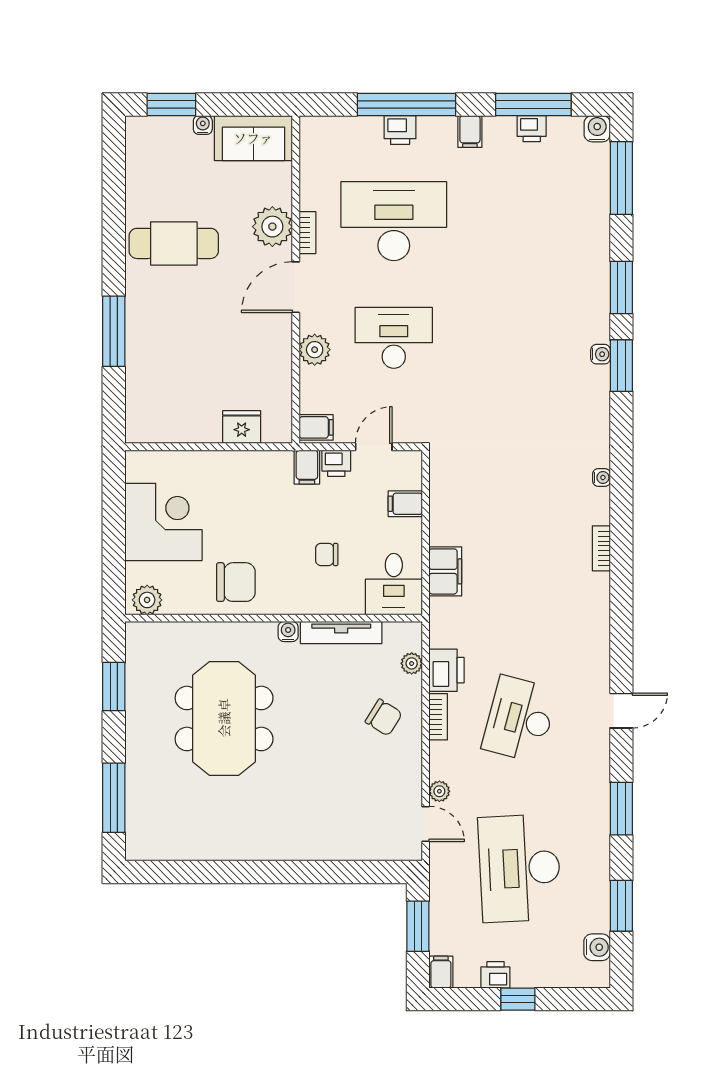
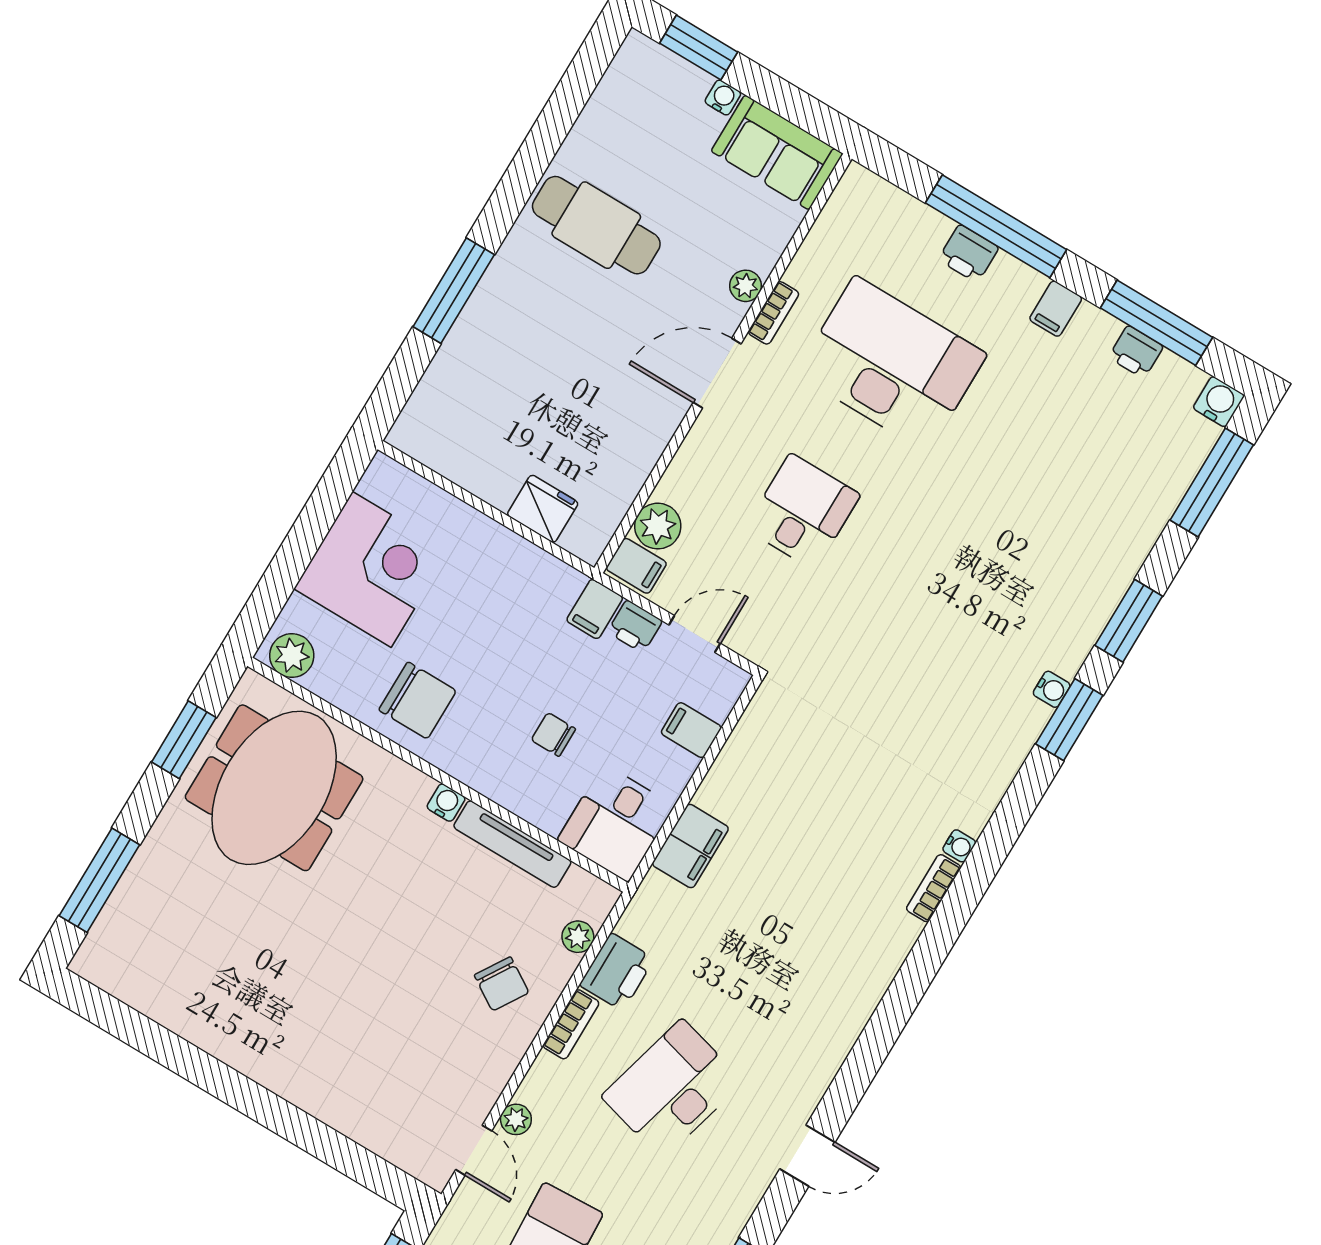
plant: (272, 227) -> (746, 286), width x0.53, depth x0.53
desk: (394, 338) -> (803, 512), width x0.73
plant: (315, 350) -> (658, 526), moved
bookcase: (601, 548) -> (934, 888), moved
meeting table: (224, 718) -> (274, 788), moved

